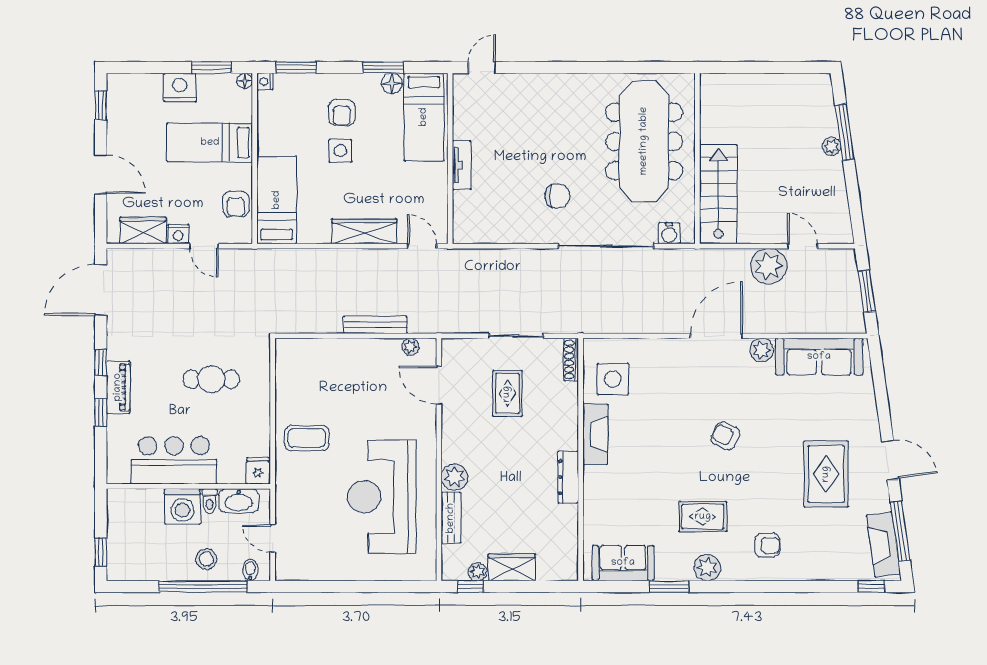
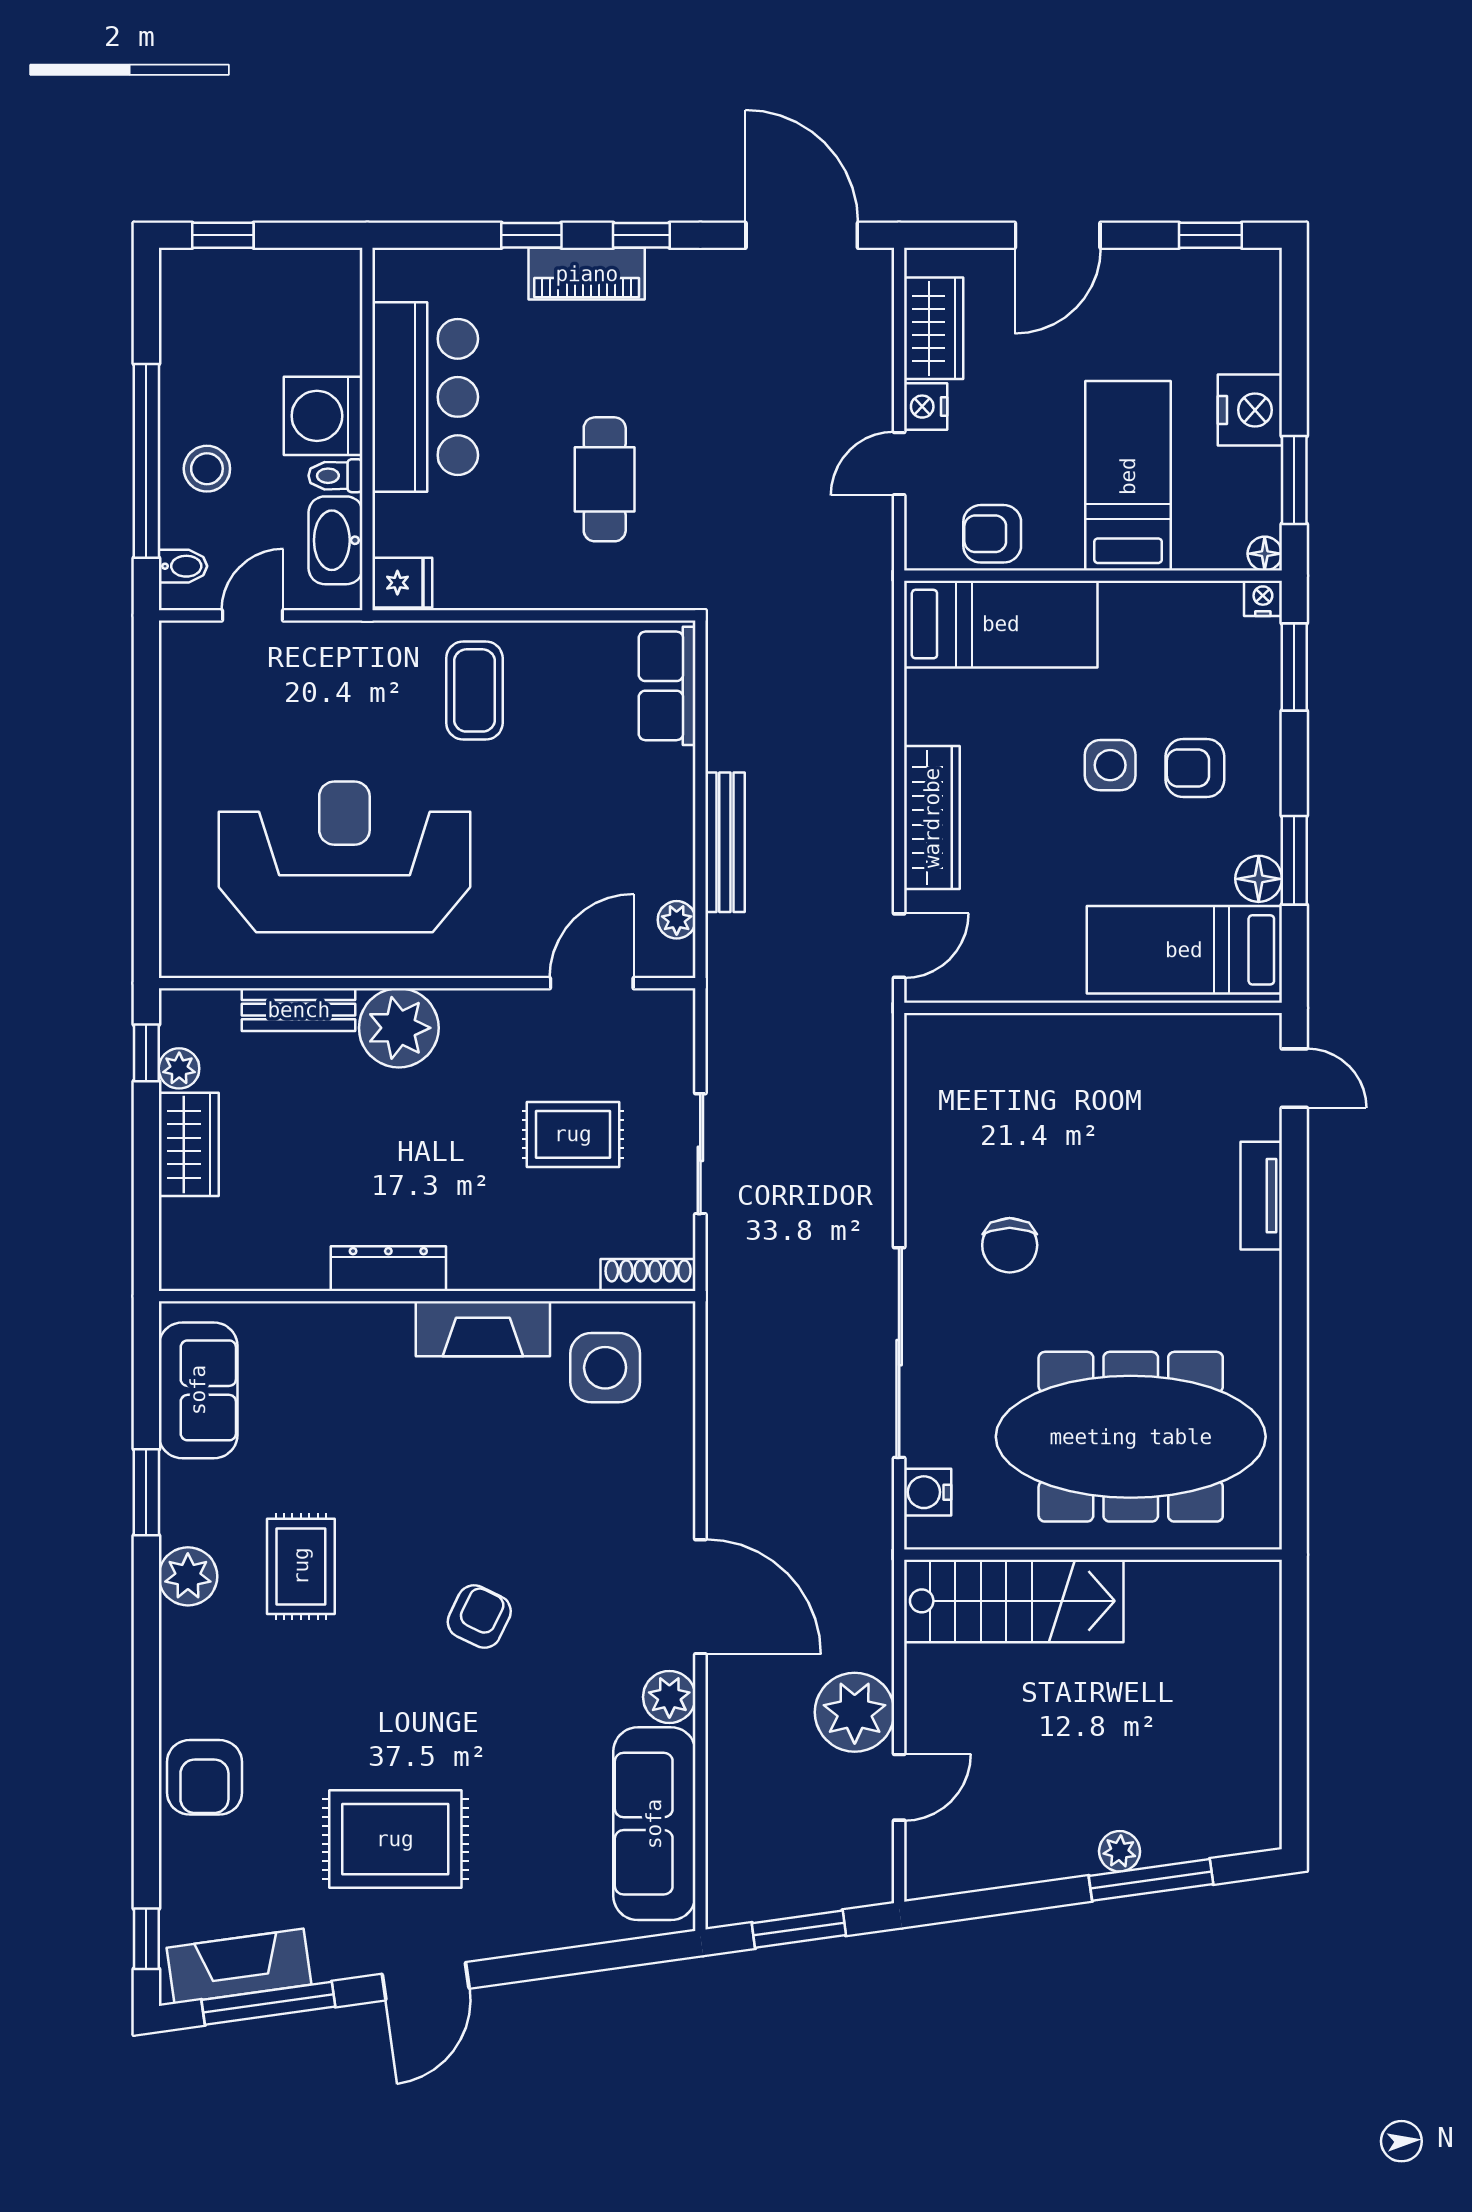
tv unit: (462, 165) -> (1261, 1196), moved, turned 90
row of seats: (305, 351) -> (667, 686), added
plant: (454, 477) -> (399, 1028), width x1.36, depth x1.36
armchair: (767, 545) -> (204, 1777), moved, width x1.38, depth x1.38

